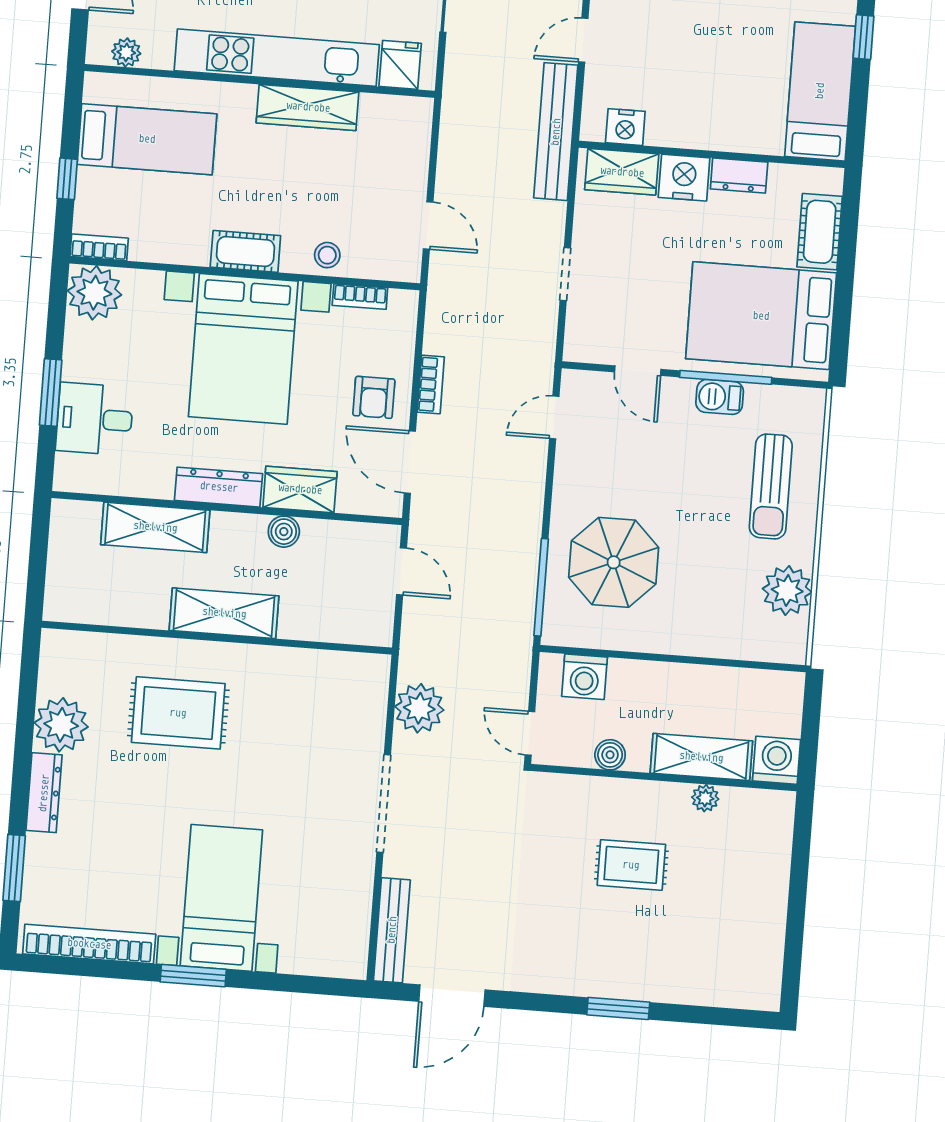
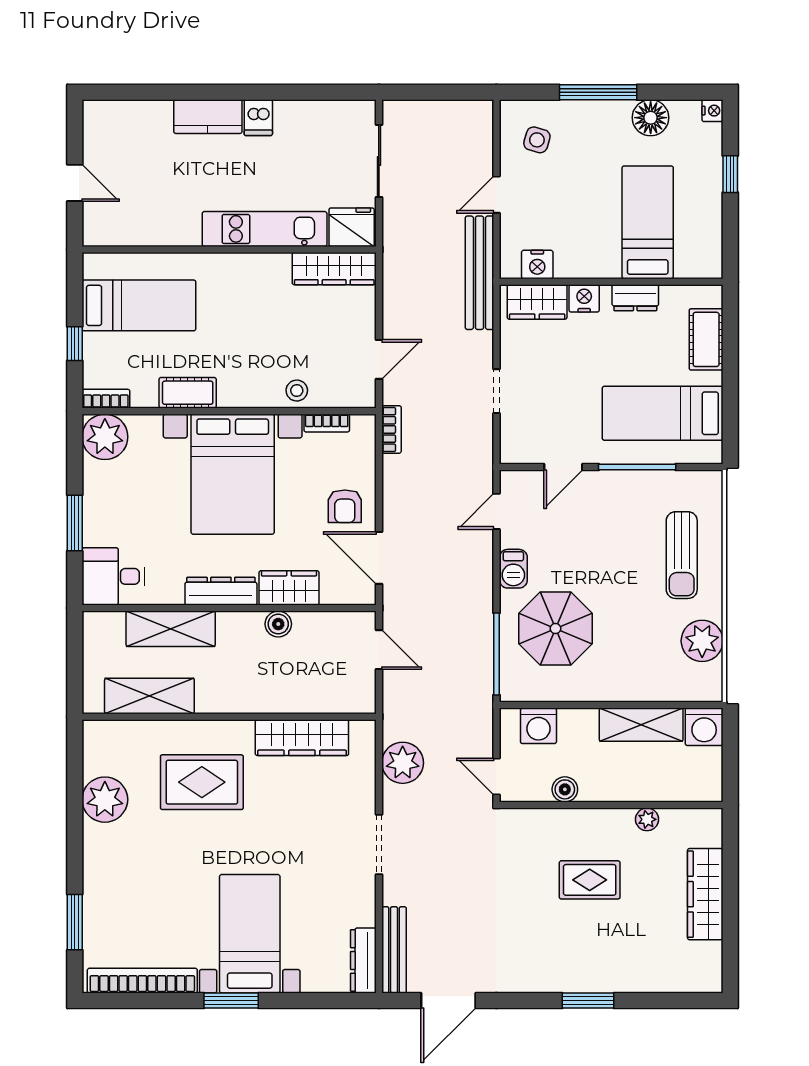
plant: (126, 52) -> (116, 234), removed
kitchen unit: (277, 58) -> (265, 229), width x0.73
fridge: (400, 65) -> (352, 227), width x1.38
bed: (820, 91) -> (648, 222), moved
wardrobe: (308, 107) -> (334, 269), moved
nightstand: (684, 178) -> (584, 298), width x0.74, depth x0.75
door: (428, 226) -> (379, 359), hinge flipped
cot: (245, 251) -> (188, 393), moved
bed: (761, 316) -> (663, 413), width x0.67
door: (638, 371) -> (563, 467), hinge flipped
bookcase: (431, 384) -> (391, 429), moved
barbecue: (720, 397) -> (513, 569), moved, turned -90
desk: (95, 419) -> (113, 576), moved
shelving: (224, 613) -> (149, 696), moved
wardrobe: (302, 669) -> (302, 738), added
shelving: (701, 757) -> (641, 725), moved
washing machine: (777, 760) -> (704, 727), moved, turned 180
dresser: (44, 793) -> (363, 960), moved, turned 180
doorway: (384, 804) -> (379, 845), width x0.73
wardrobe: (768, 893) -> (705, 894), added

